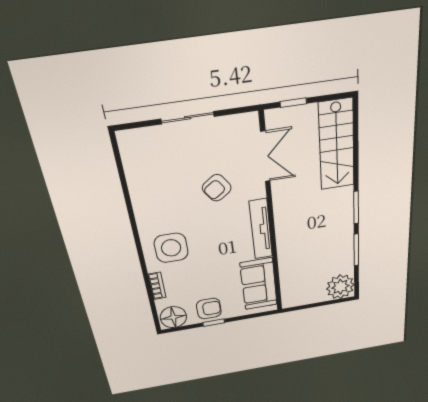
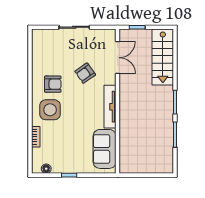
plant: (340, 287) -> (163, 163), removed
armchair: (209, 309) -> (53, 84), moved
floor lamp: (173, 317) -> (46, 169), width x0.53, depth x0.53

